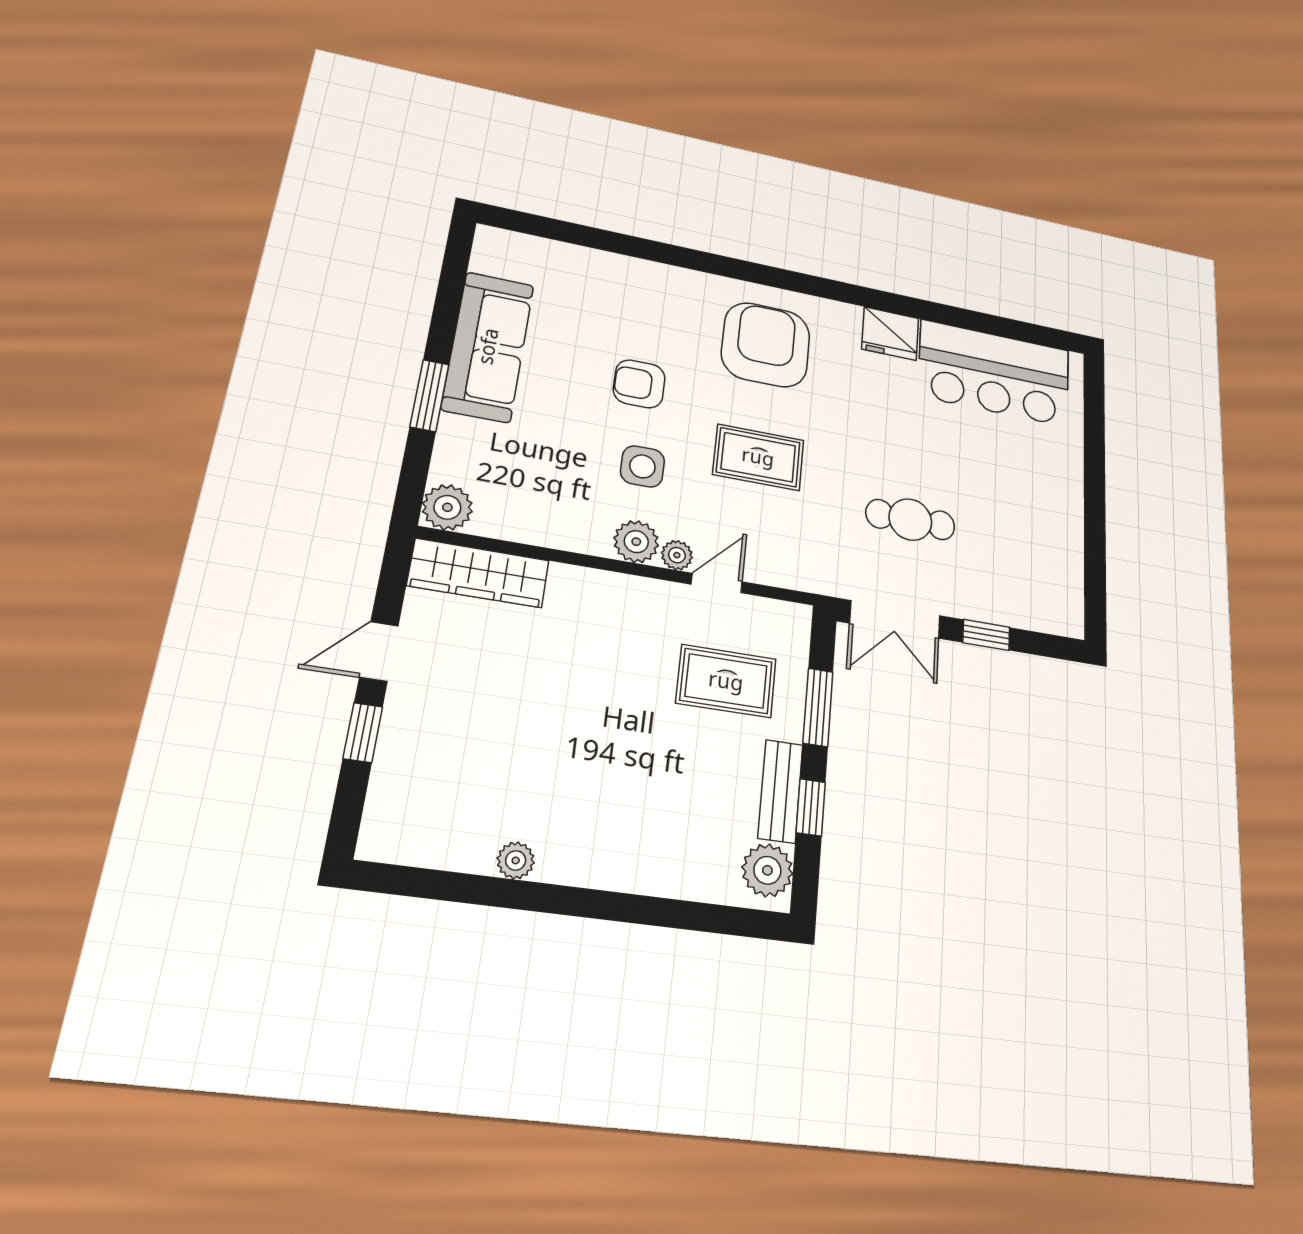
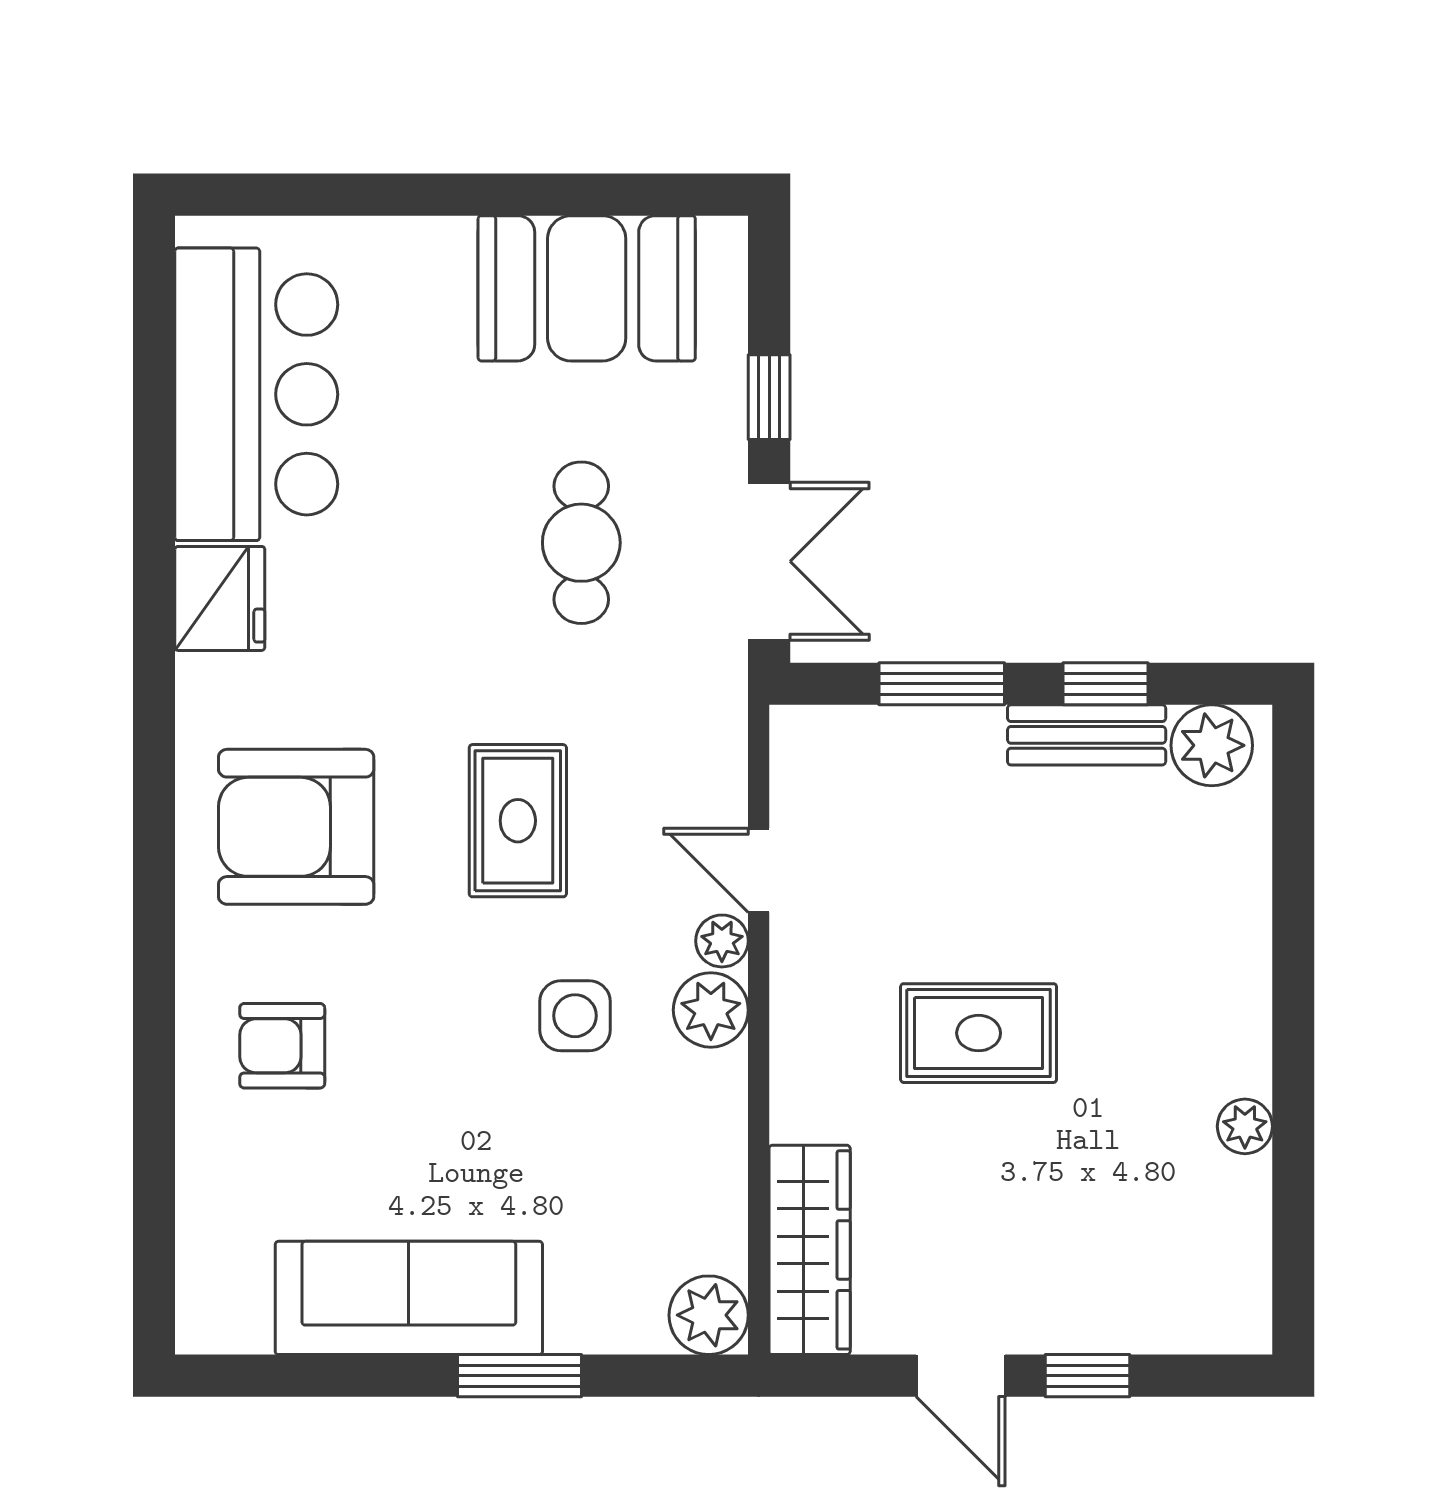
armchair: (639, 384) -> (282, 1046), moved, turned 90
booth: (1046, 548) -> (587, 288), added
rug: (726, 681) -> (979, 1033), moved, turned 90

